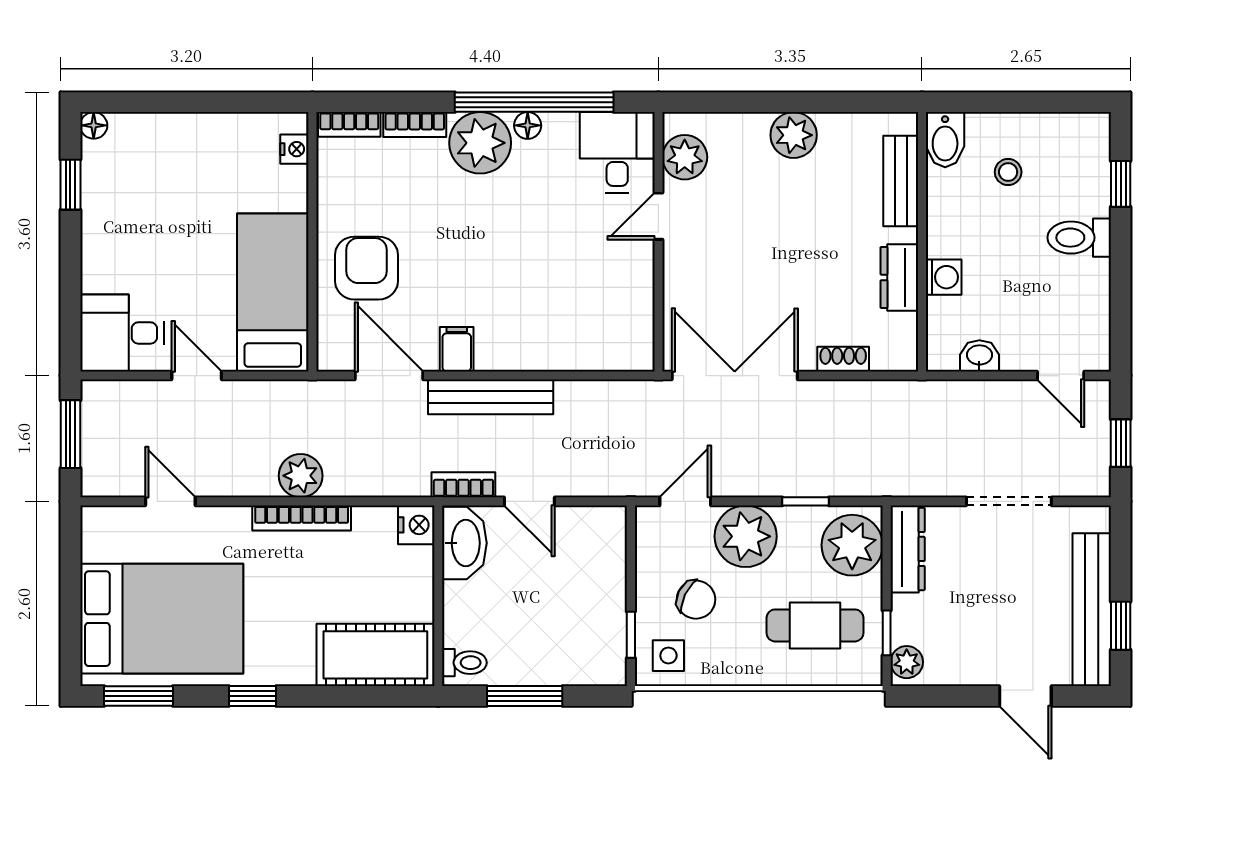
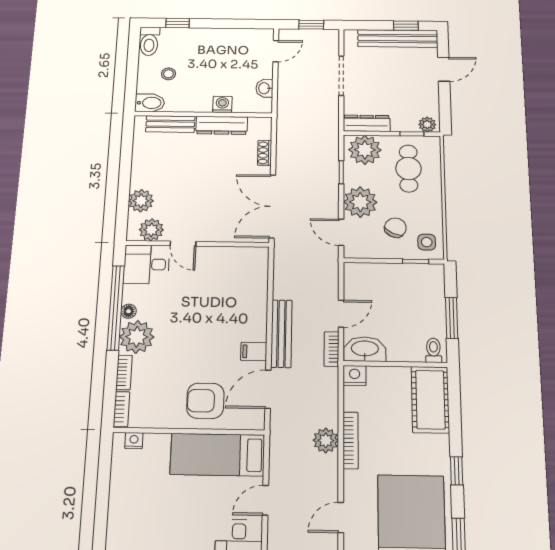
plant: (794, 135) -> (141, 201), moved
toilet: (1079, 238) -> (149, 41), moved
dresser: (899, 277) -> (222, 125), width x1.44

